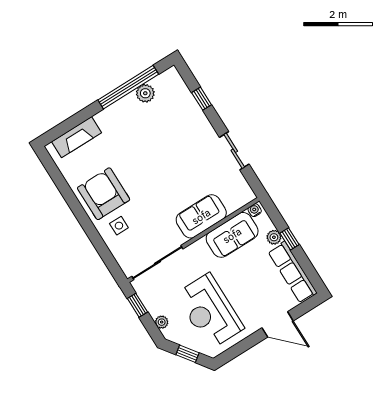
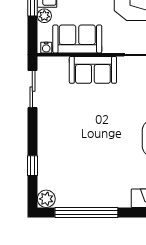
plant: (145, 93) -> (46, 199), moved
sliding door: (234, 151) -> (32, 89), moved

